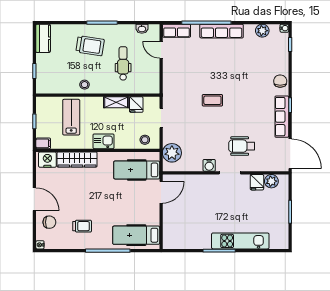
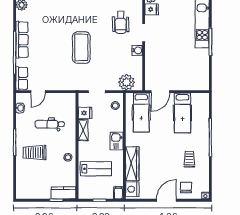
kitchen counter: (43, 38) -> (63, 193), moved
trolley: (90, 46) -> (35, 153), turned -99
coffee table: (212, 100) -> (81, 48), width x1.86, depth x1.72
lab bench: (71, 117) -> (96, 169), turned 180
door: (161, 192) -> (160, 92), swing flipped
hospital bed: (136, 235) -> (183, 113), moved

